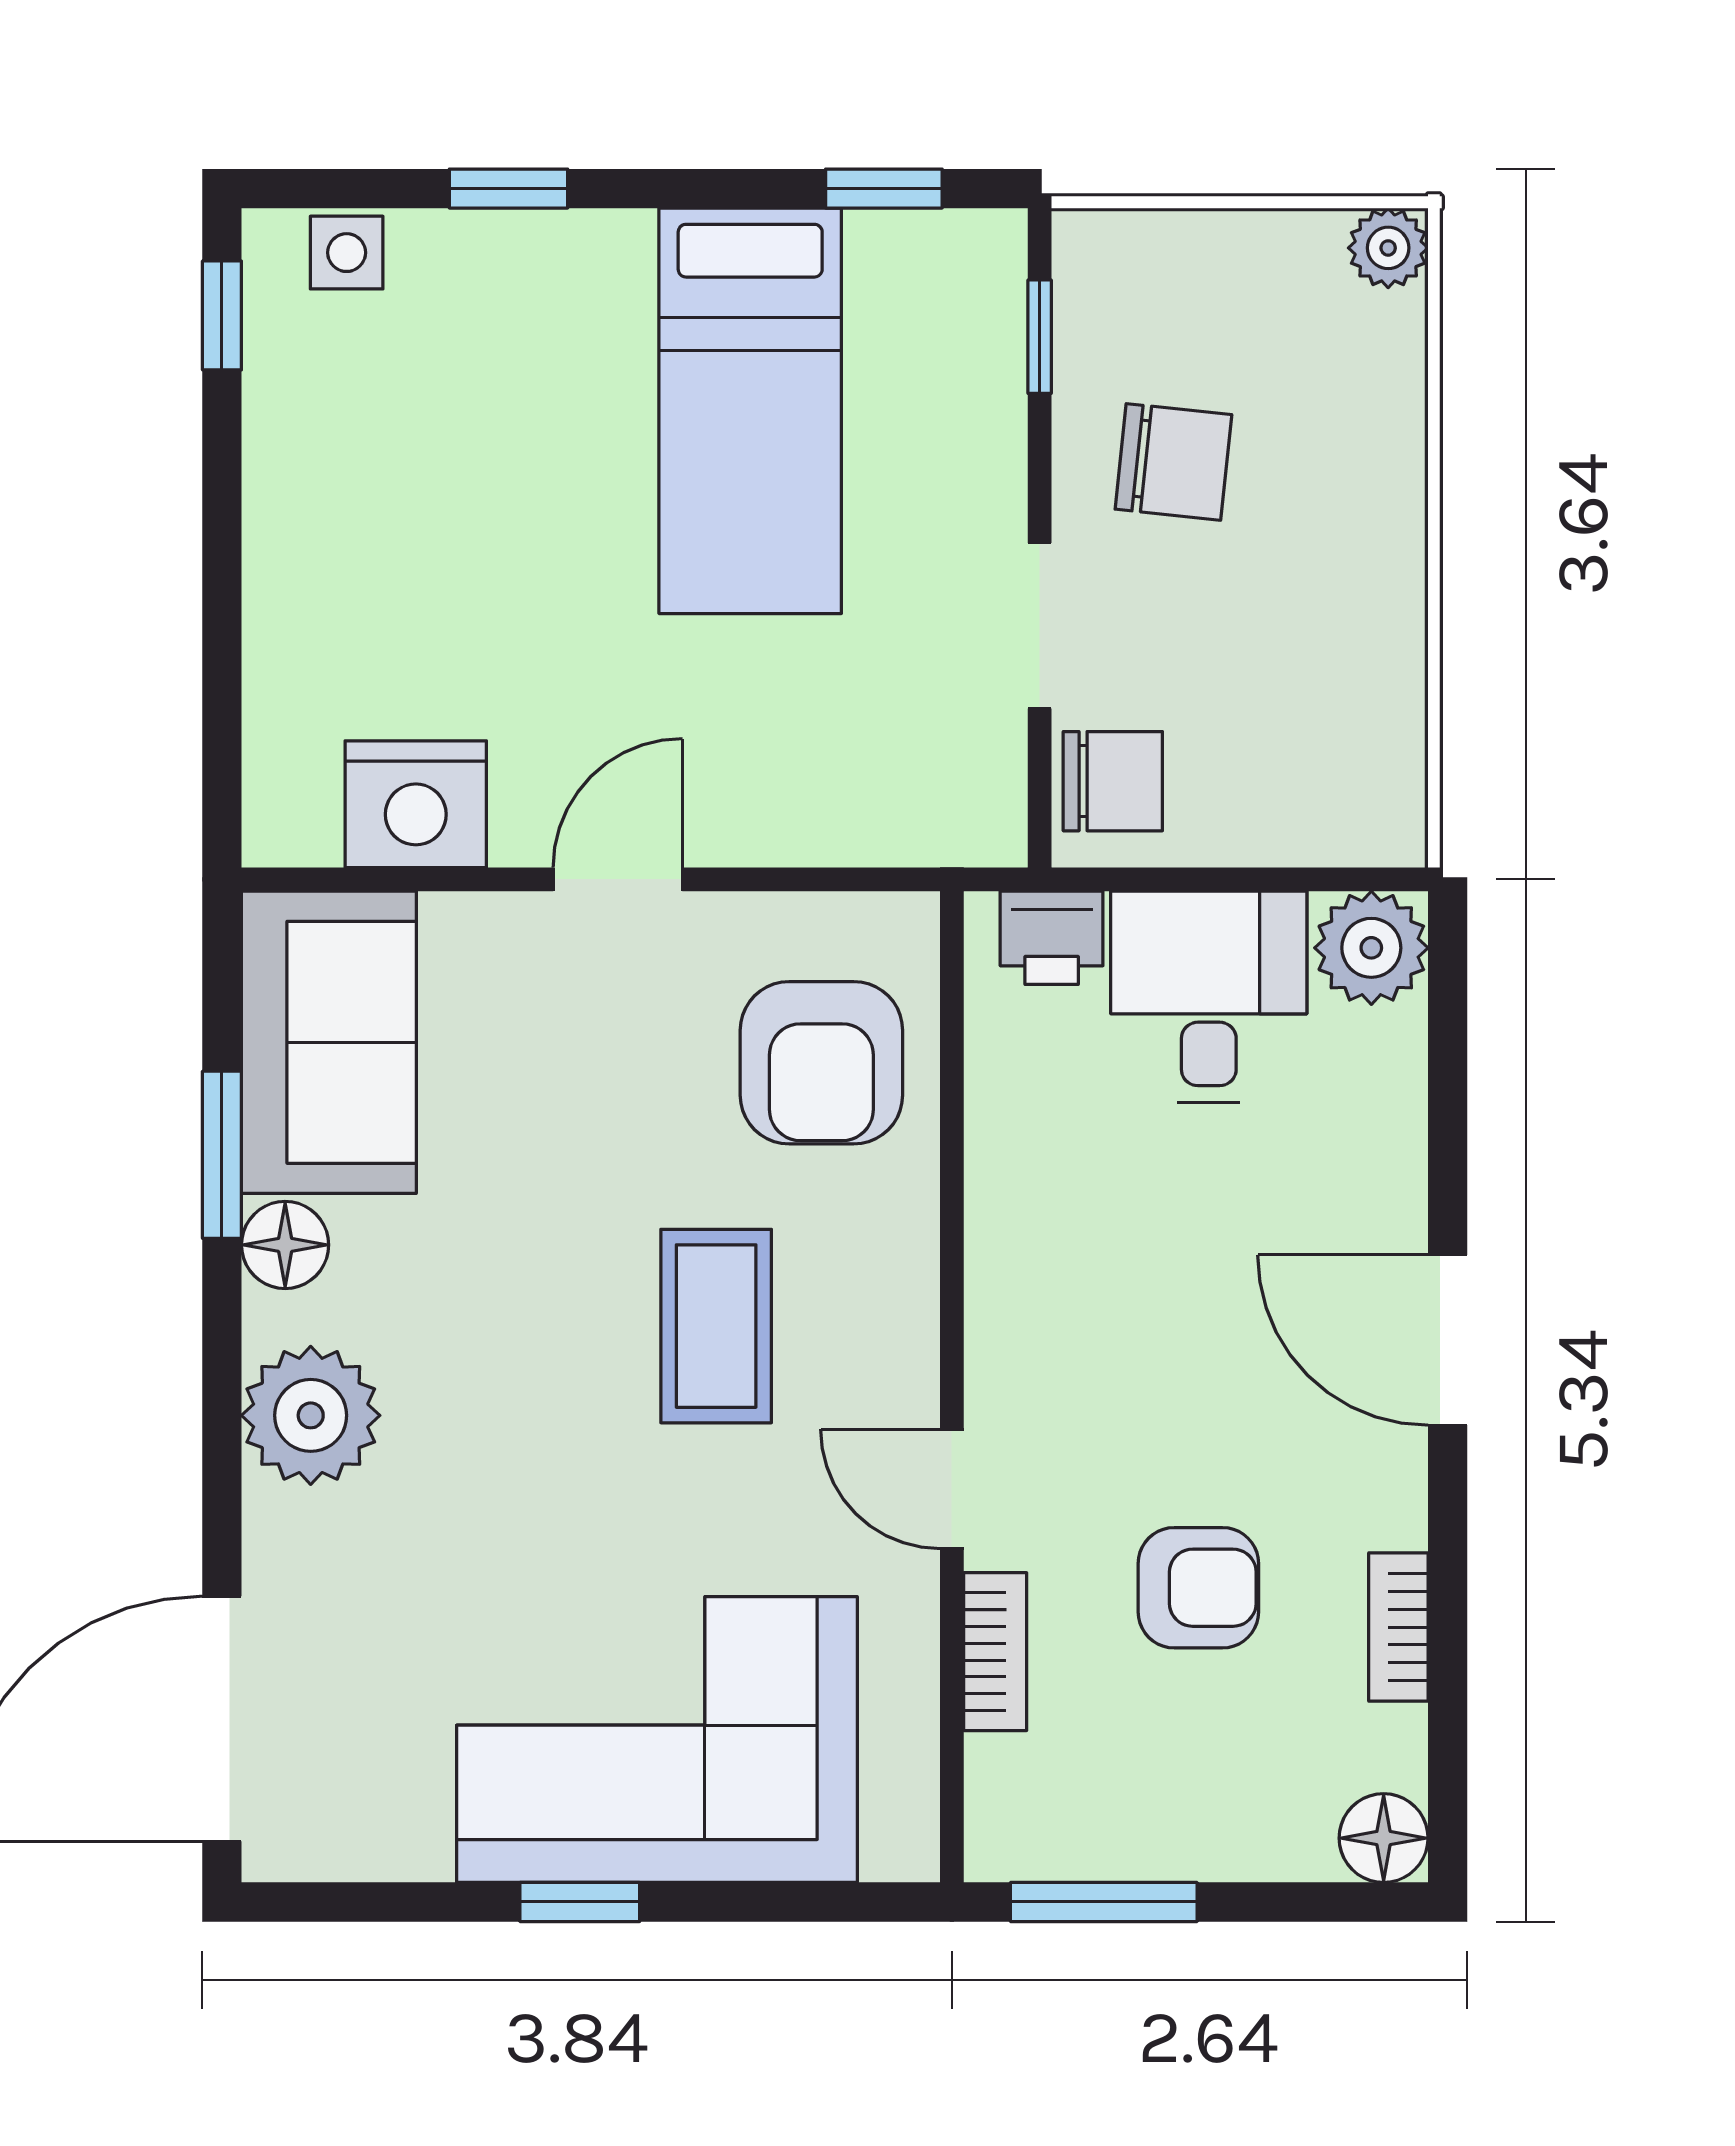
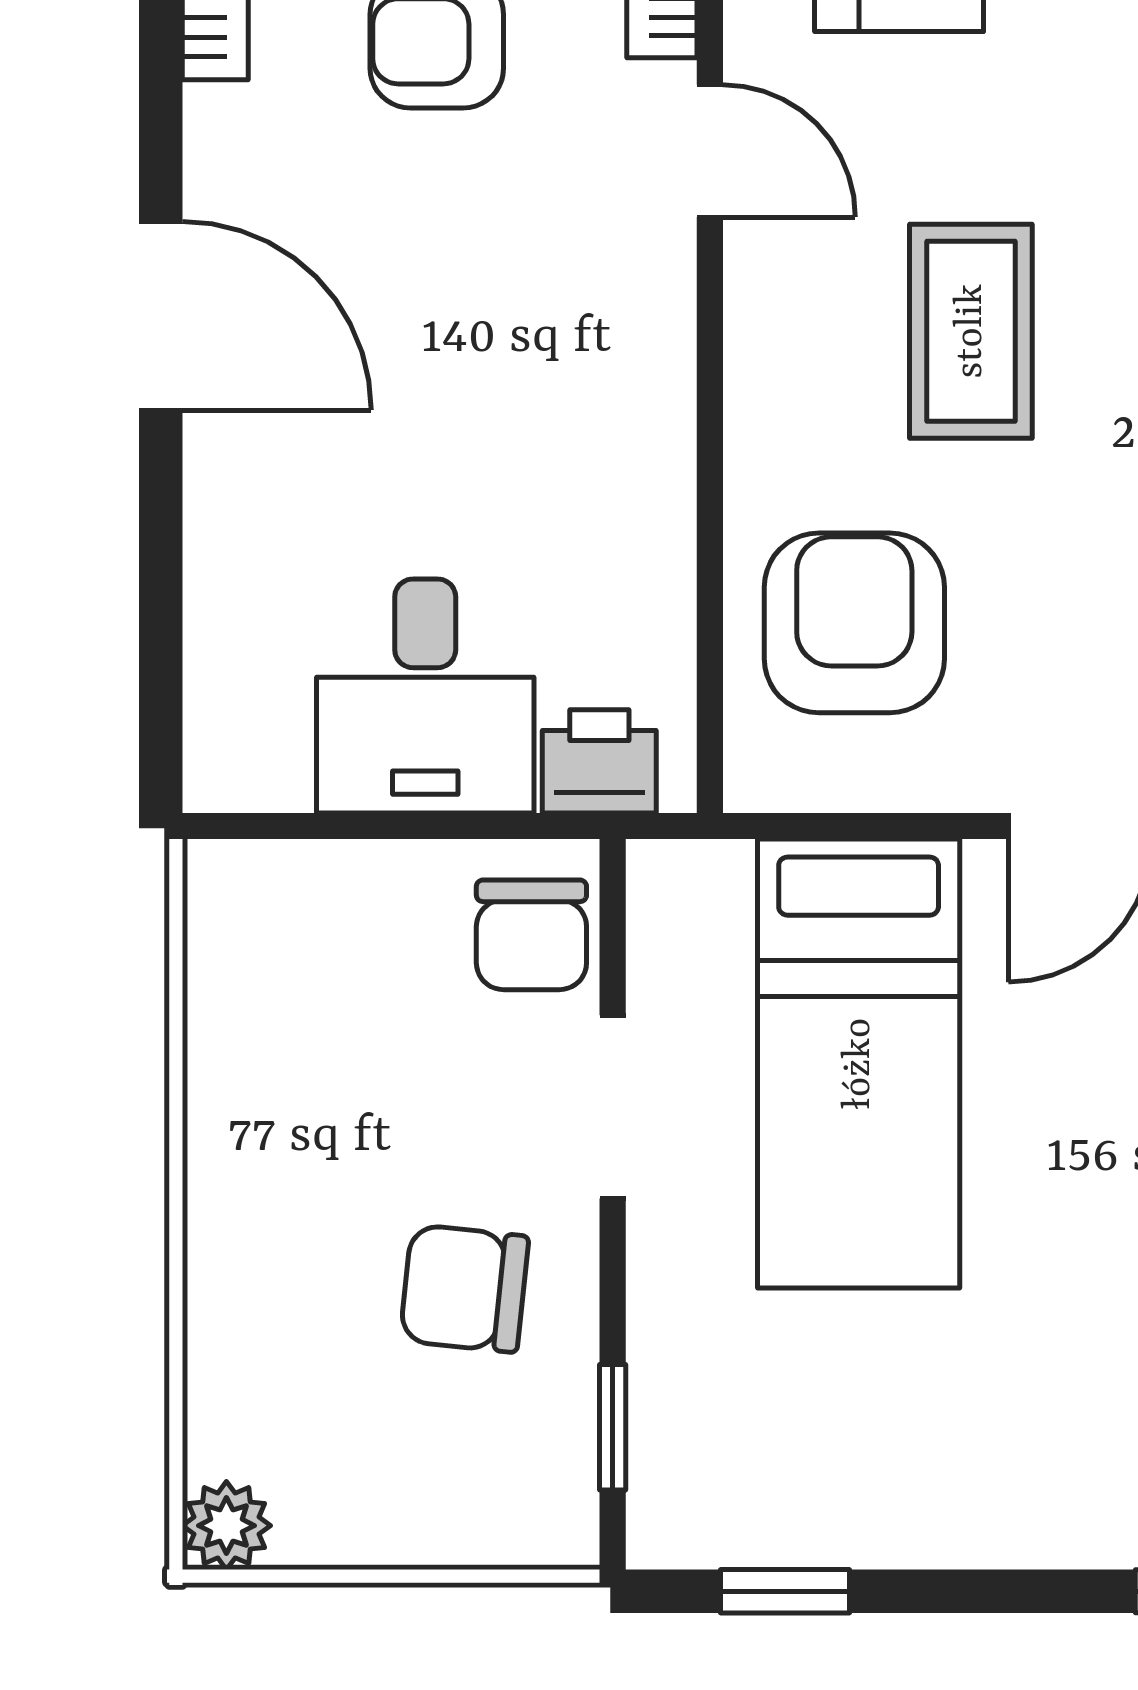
bed: (750, 411) -> (859, 1064), moved, turned 180
chair: (1113, 781) -> (531, 935), turned -90
plant: (1371, 948) -> (245, 750), removed

